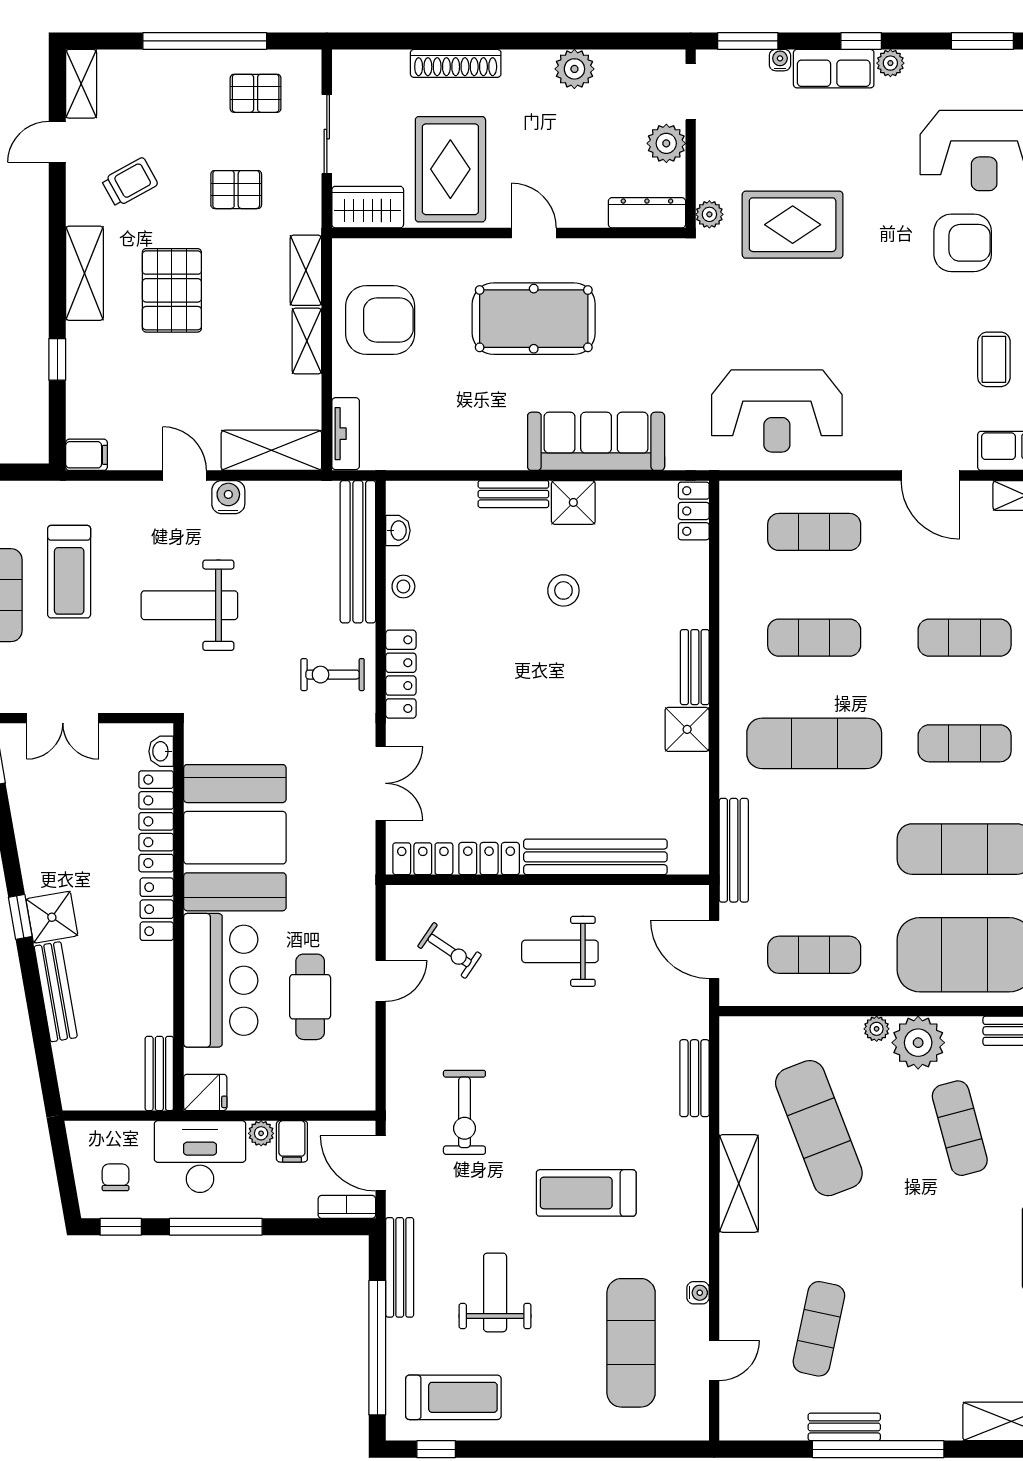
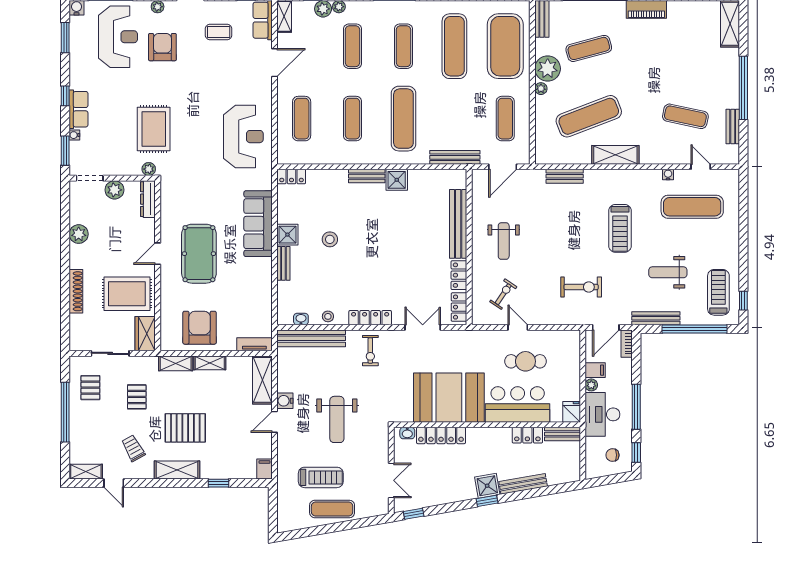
plant: (890, 63) -> (76, 82), removed
locker: (157, 909) -> (527, 435), moved
bench: (844, 1427) -> (733, 127), moved

